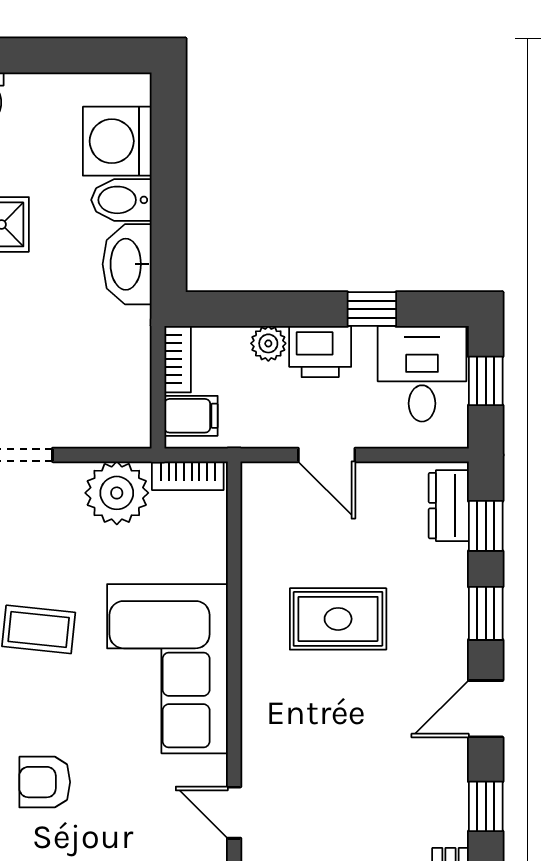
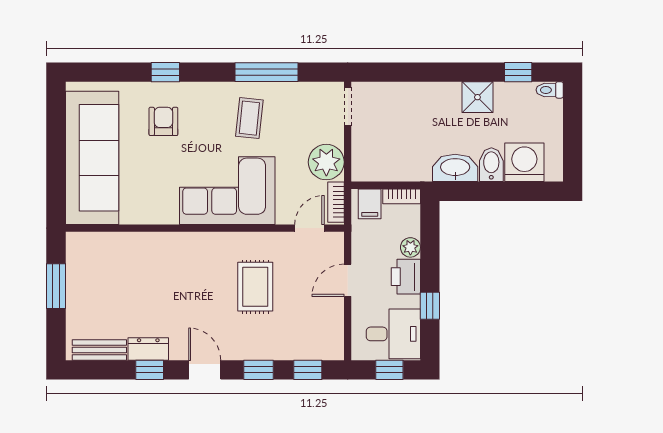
dresser: (449, 506) -> (148, 349), moved
door: (234, 813) -> (309, 228), moved

